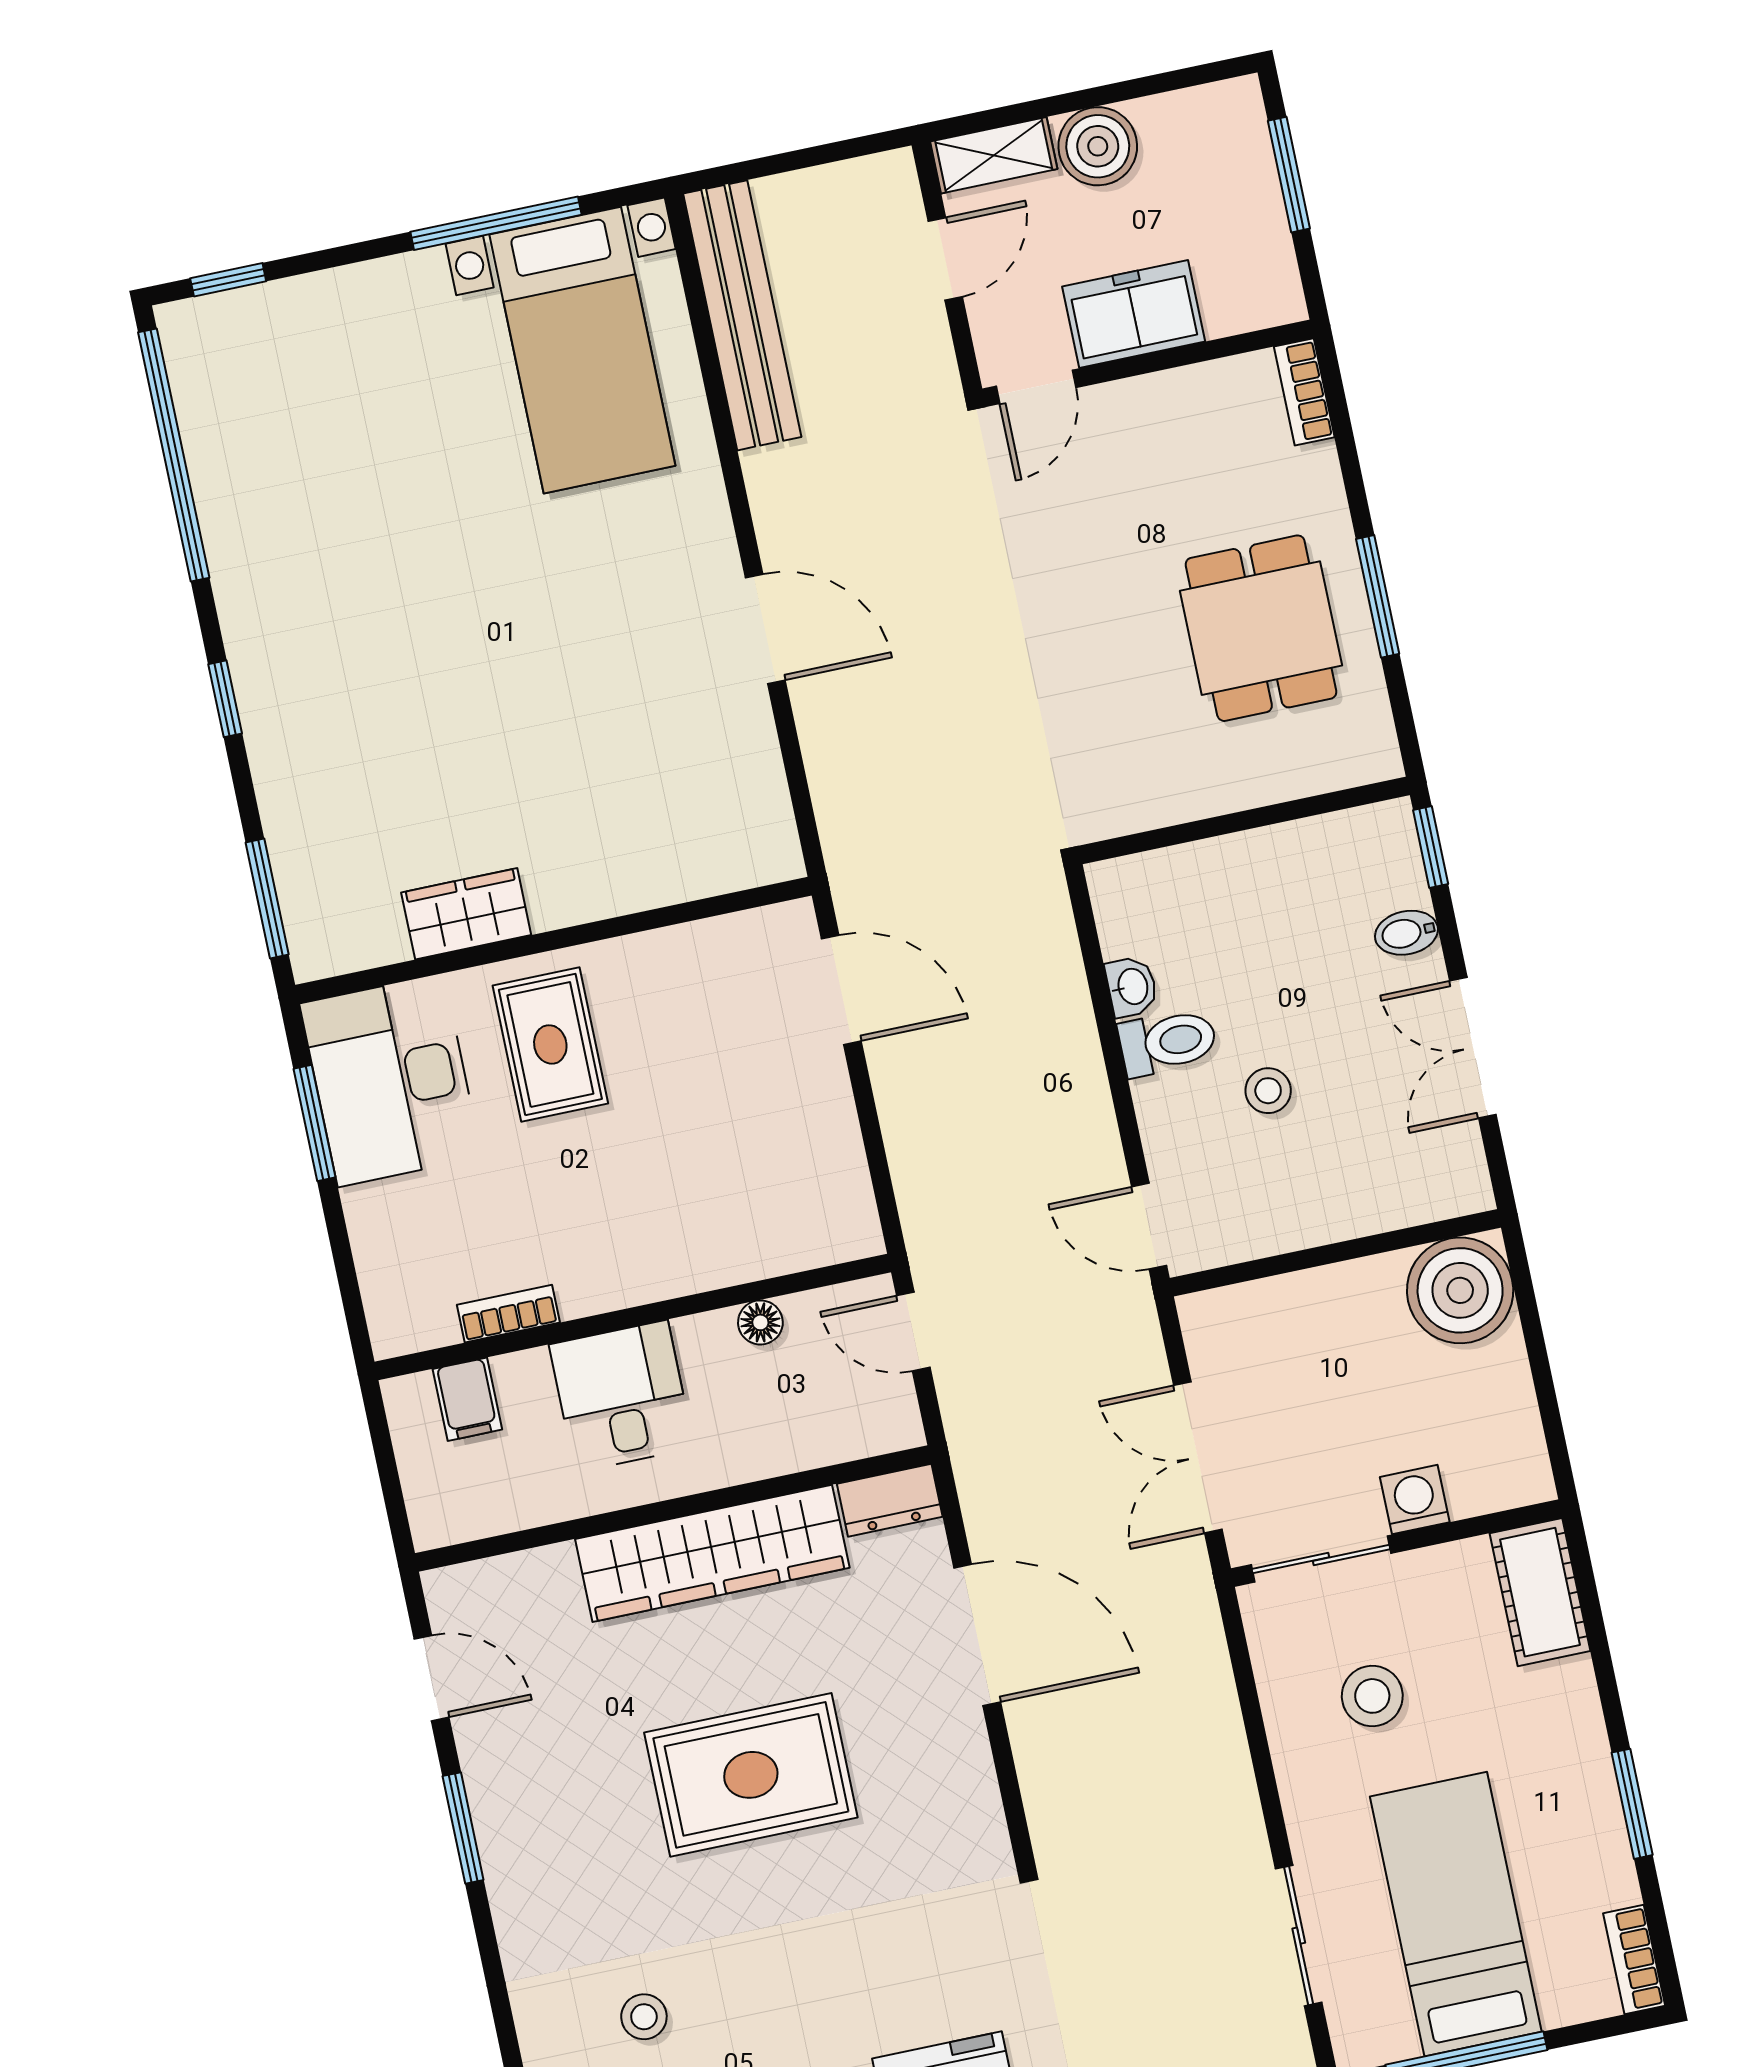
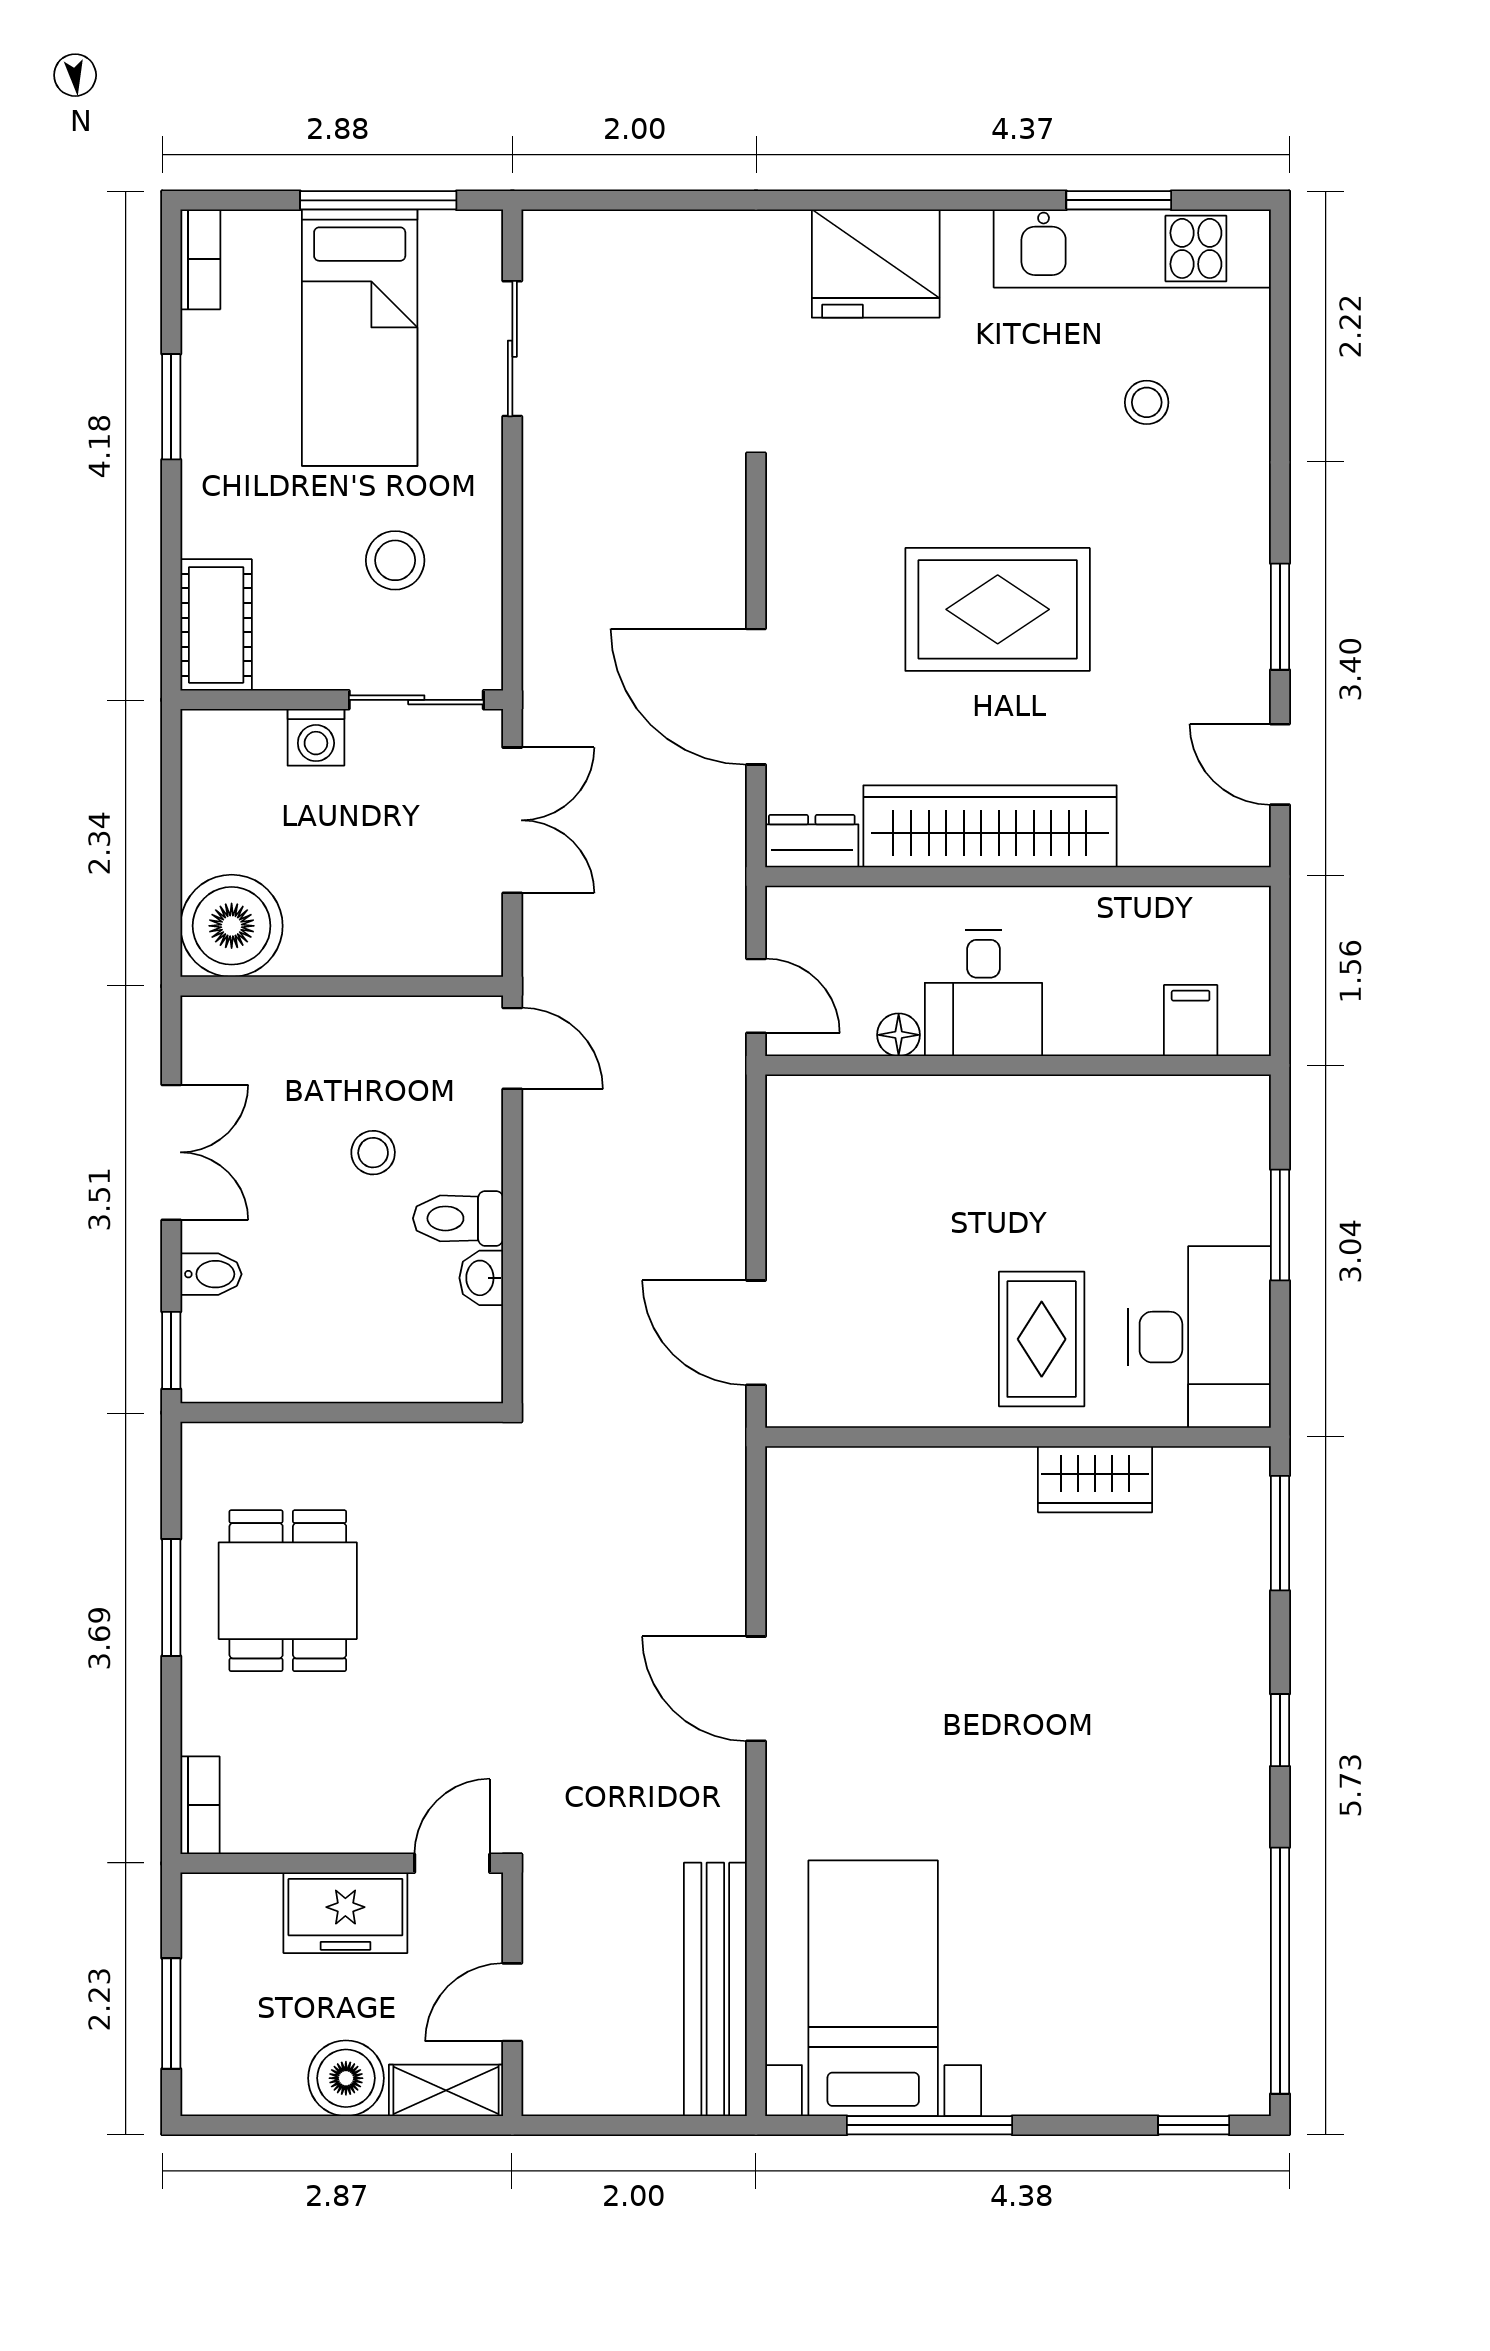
window: (315, 1123) -> (1280, 1225), moved
bookcase: (508, 1314) -> (1135, 1093), removed
desk: (622, 1396) -> (984, 993), moved

